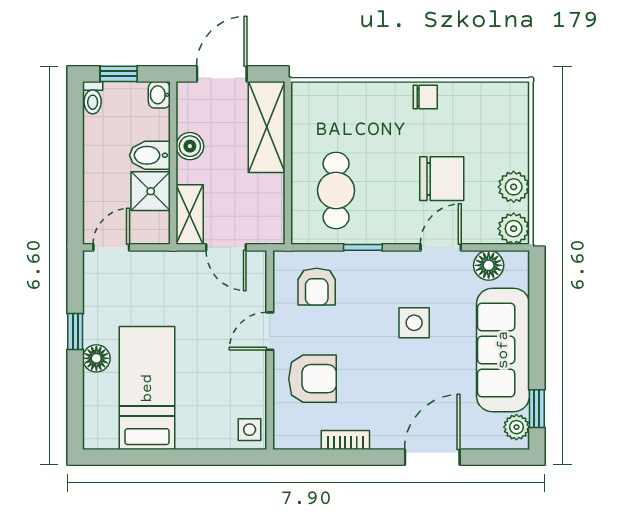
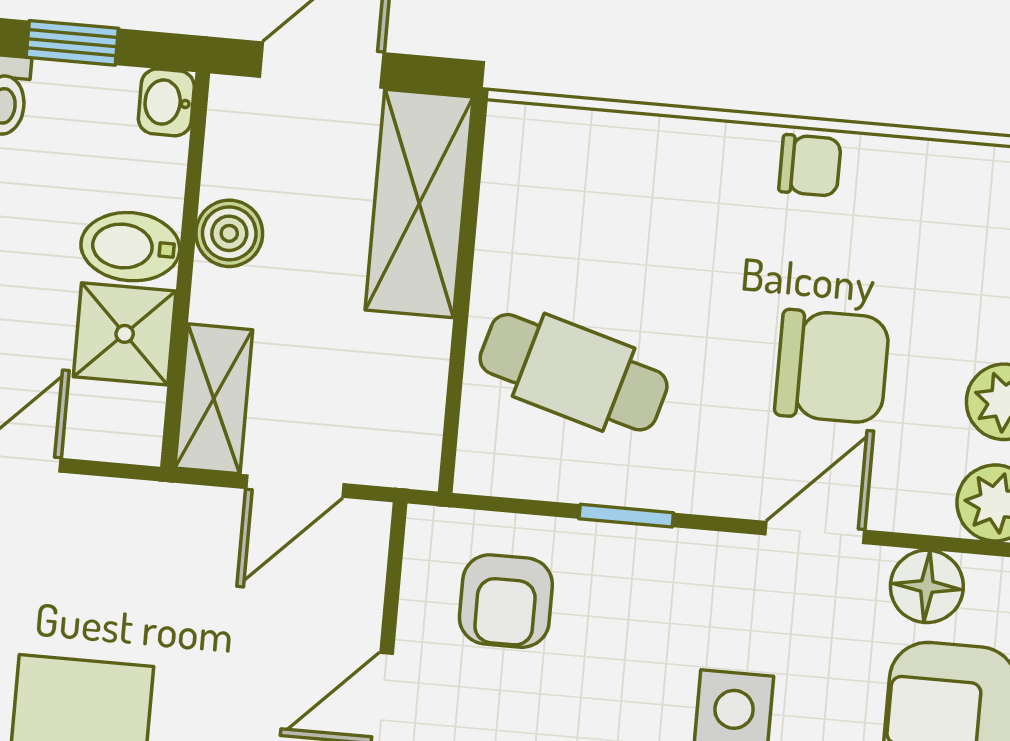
cafe table: (336, 190) -> (574, 372), turned -74
door: (226, 247) -> (295, 486), hinge flipped

